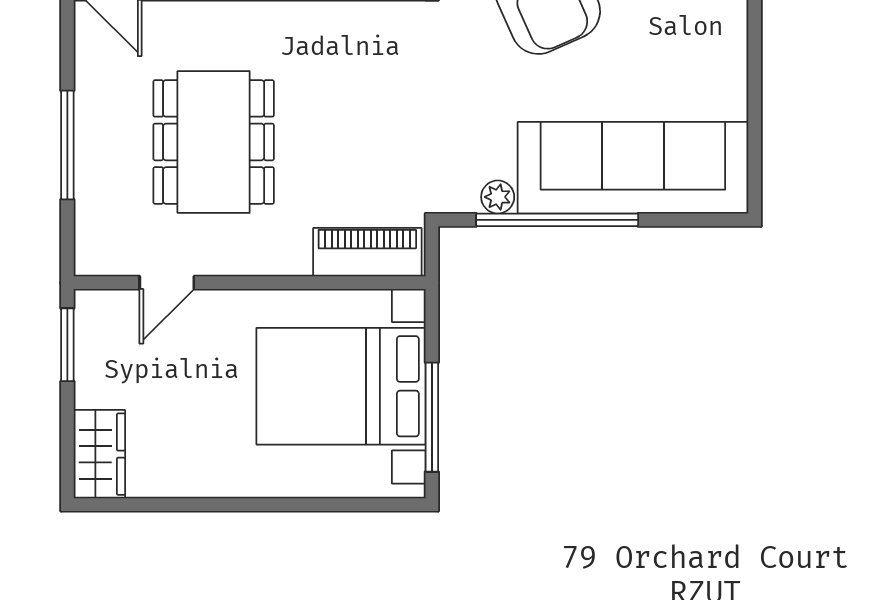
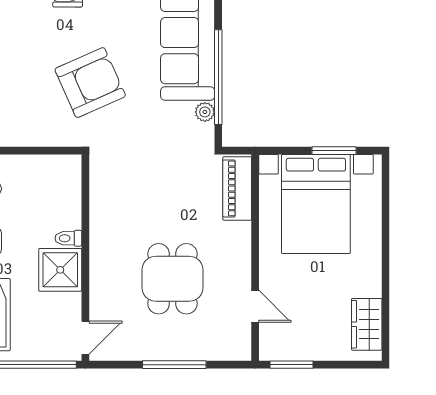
dining table: (214, 142) -> (173, 279), width x0.73
window: (432, 417) -> (334, 151), width x0.69
wardrobe: (99, 454) -> (367, 324), moved, turned -90

